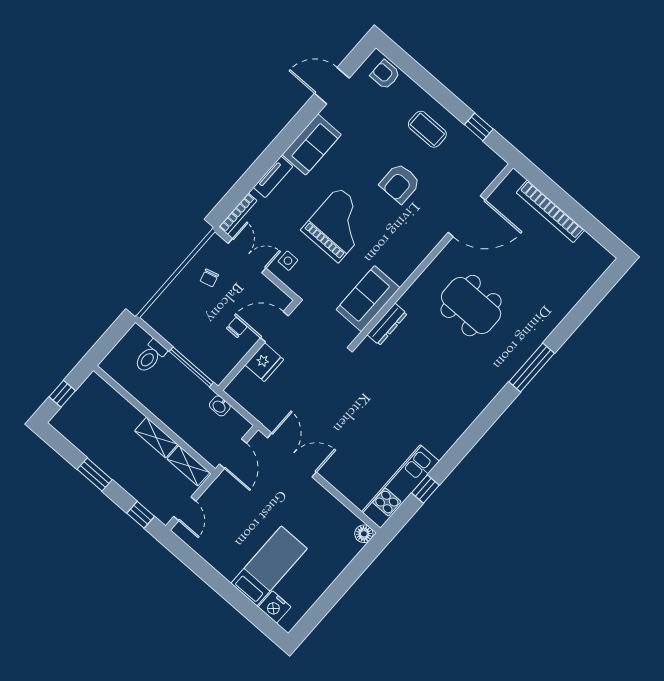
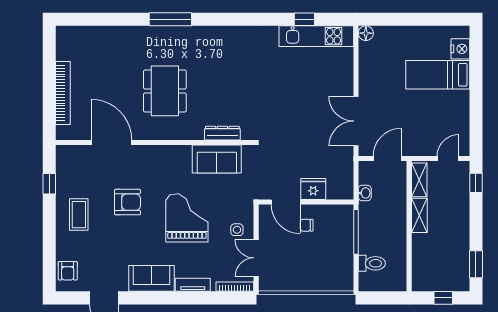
grand piano: (338, 225) -> (187, 218), turned 90
chair: (209, 278) -> (291, 269), removed
window: (95, 475) -> (476, 264), moved

